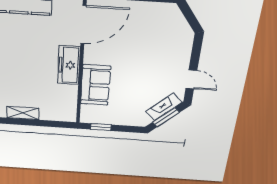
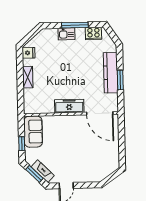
sofa: (95, 85) -> (33, 132), moved, turned -90
window: (101, 127) -> (22, 144), moved

